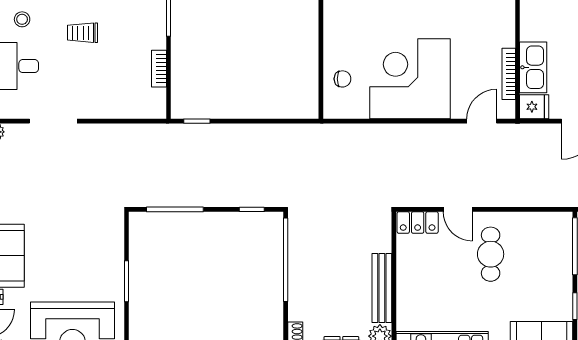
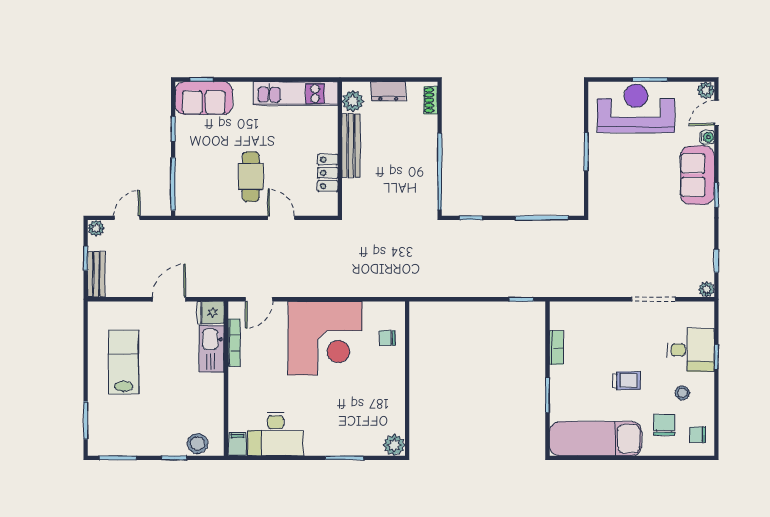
locker: (418, 223) -> (328, 173), moved, turned -90

